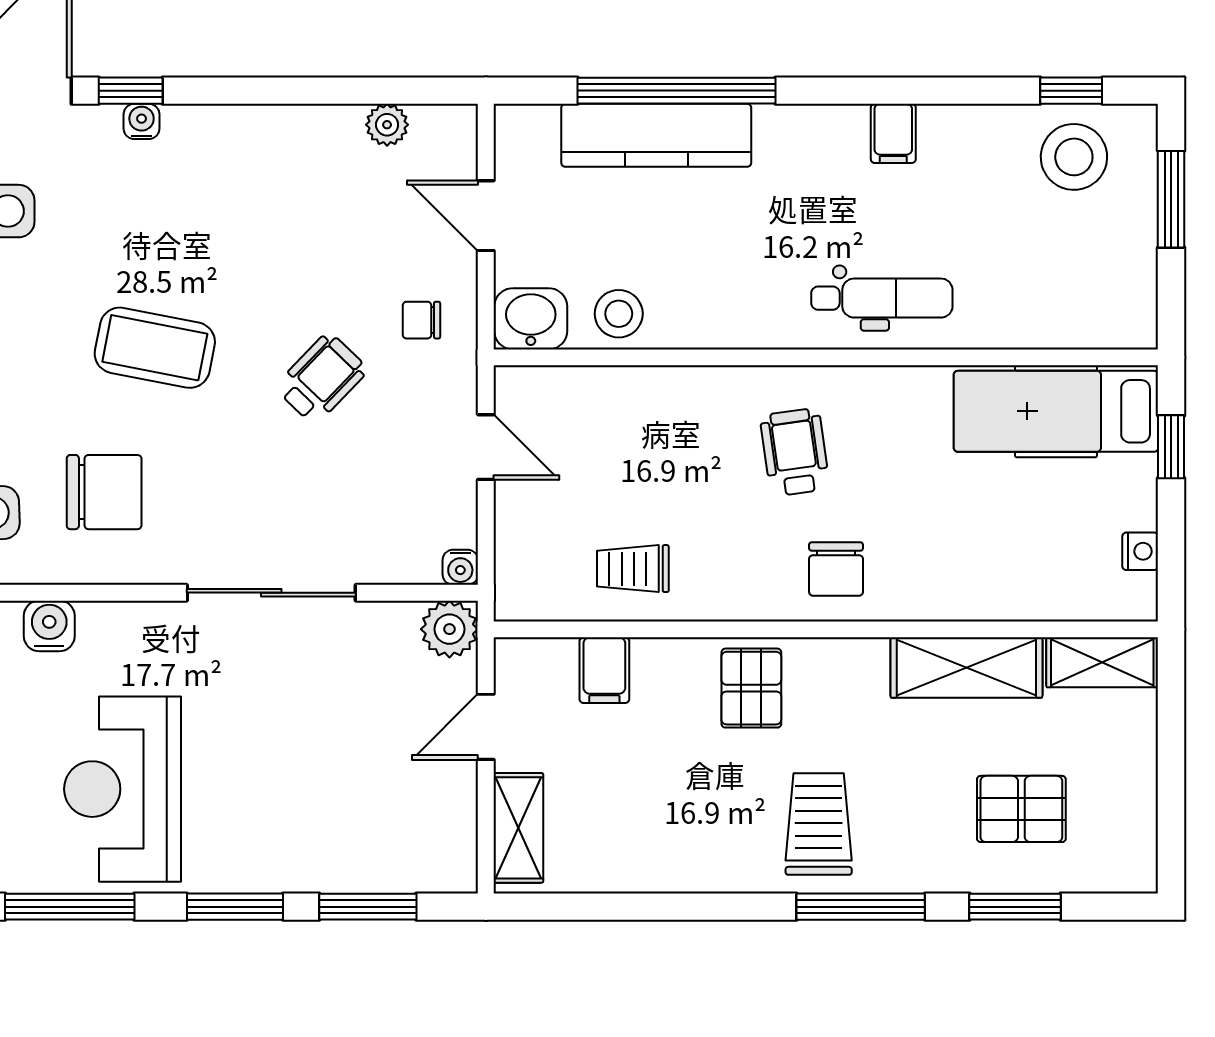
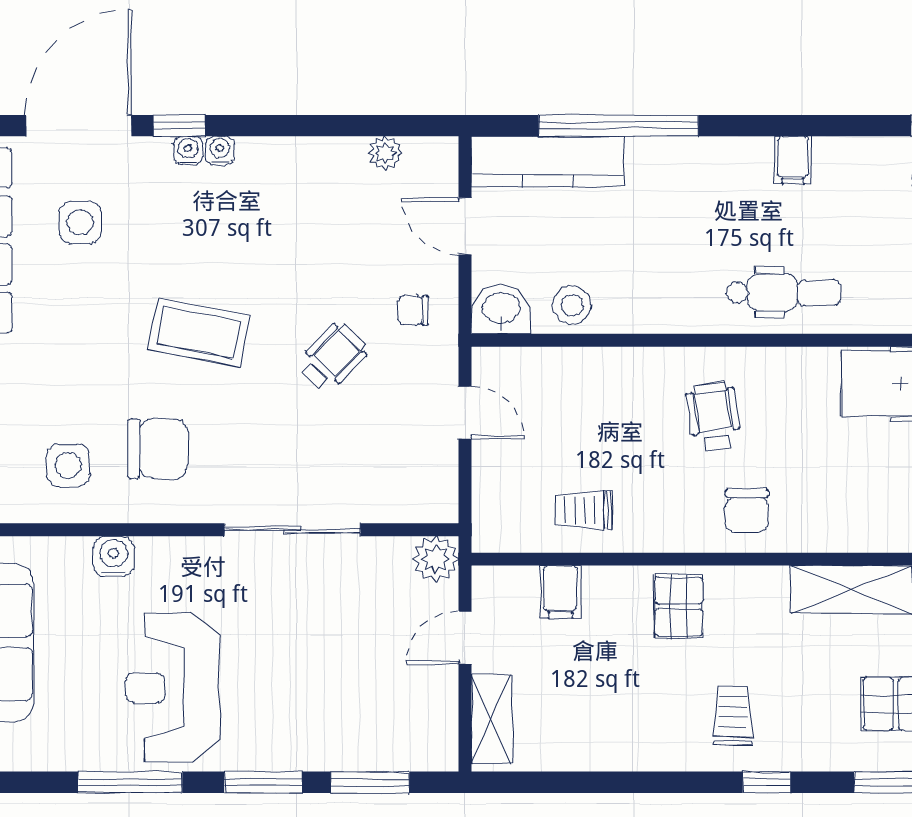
kitchen counter: (656, 135) -> (548, 162), moved
water cooler: (460, 567) -> (220, 150), moved, turned 180
trolley: (819, 824) -> (733, 716), width x0.73, depth x0.72
window: (861, 907) -> (767, 782), width x0.46

